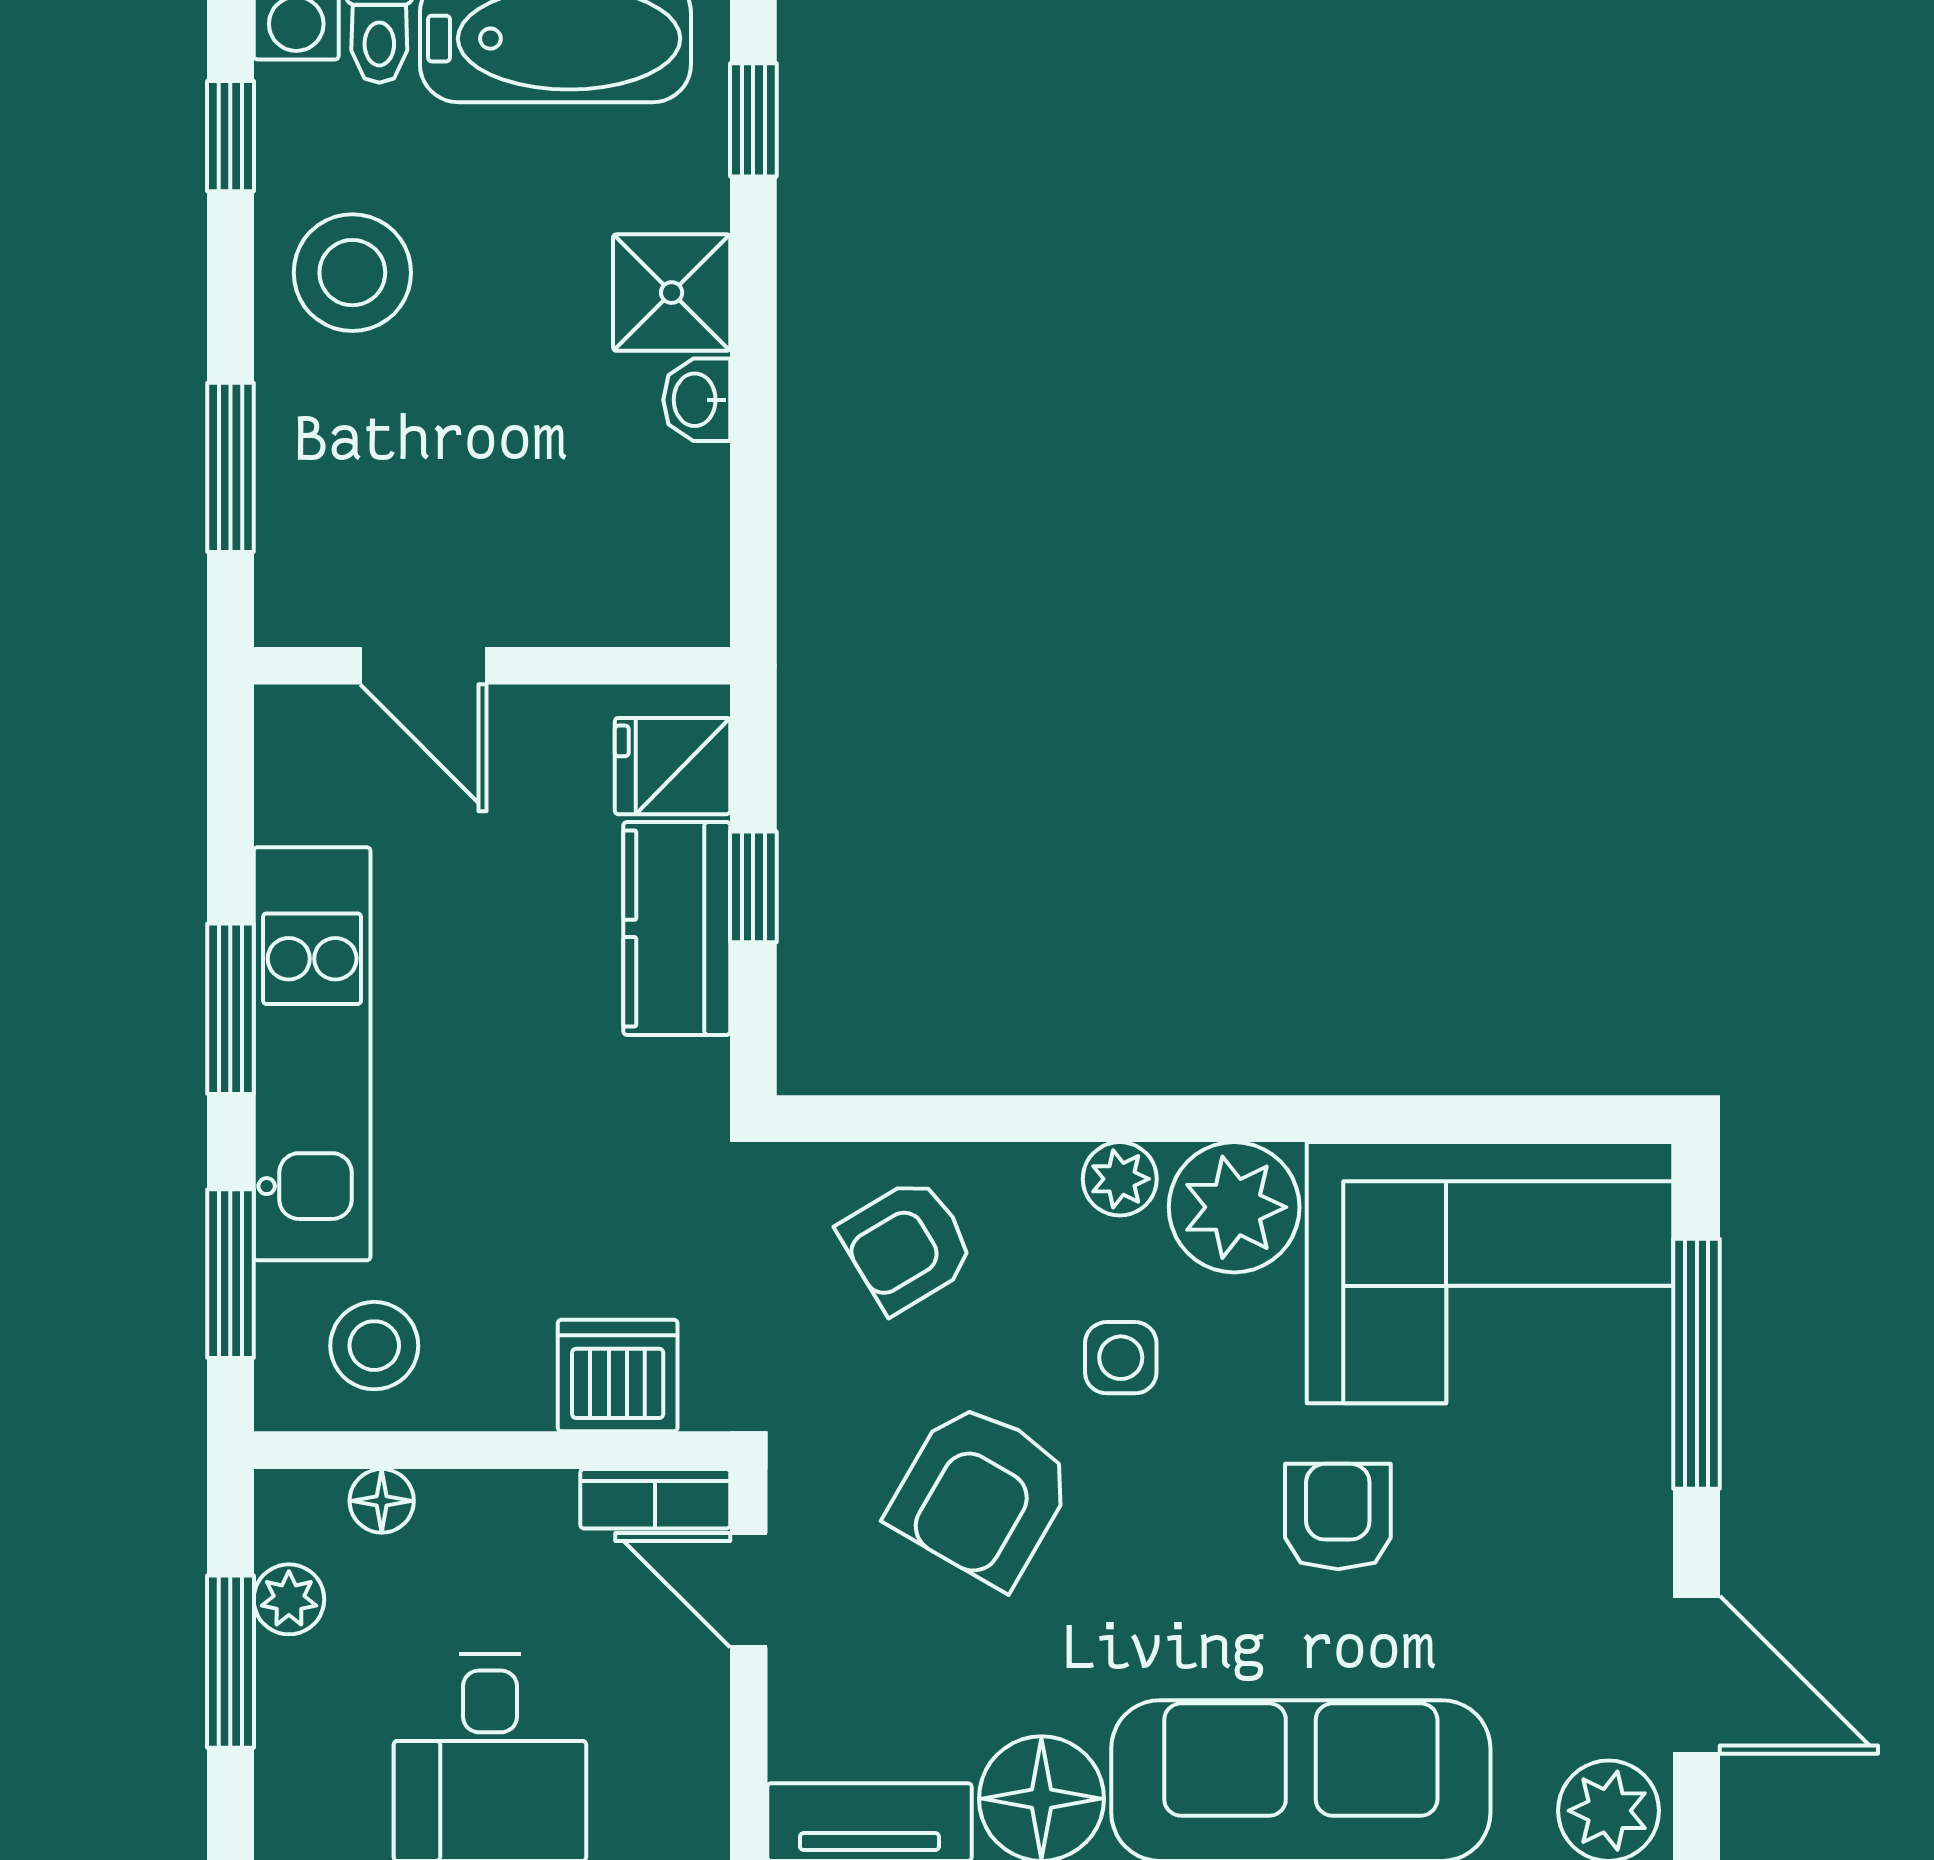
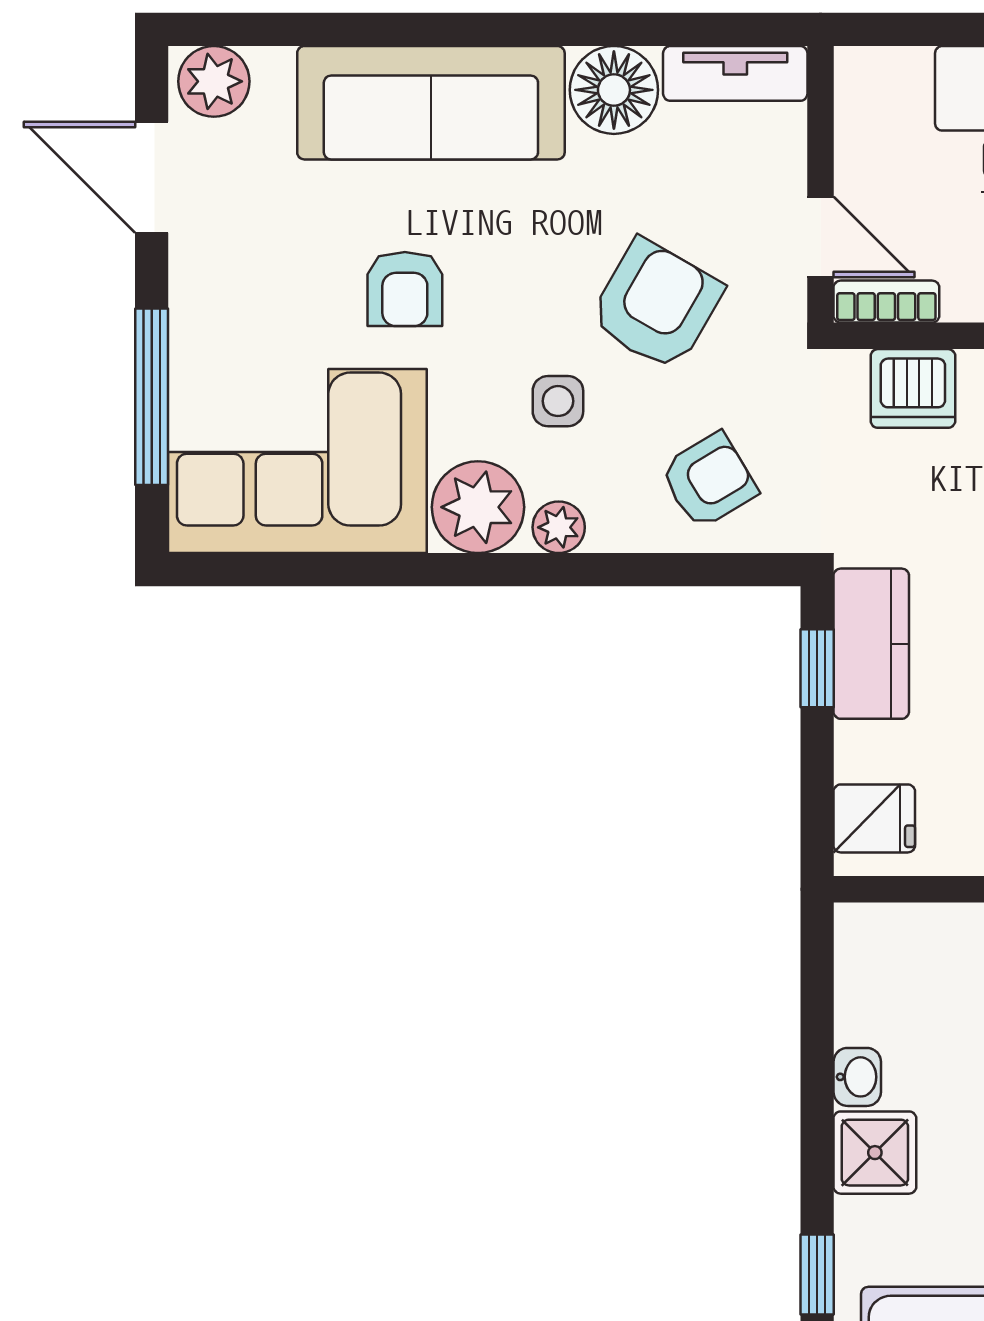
window: (753, 887) -> (817, 668), moved
kitchen counter: (677, 928) -> (871, 644), moved

